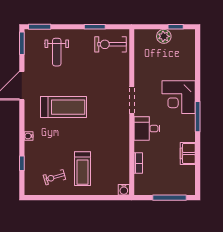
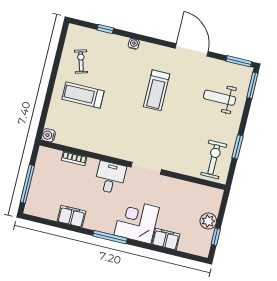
filing cabinet: (188, 69) -> (166, 239), added
treadmill: (63, 107) -> (157, 90), width x0.73, depth x0.73

